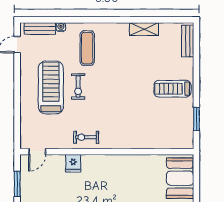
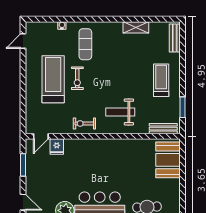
bench: (40, 28) -> (163, 129), moved
treadmill: (172, 89) -> (161, 80), turned 90
weight bench: (127, 124) -> (120, 112), added
fridge: (73, 163) -> (57, 147), moved

